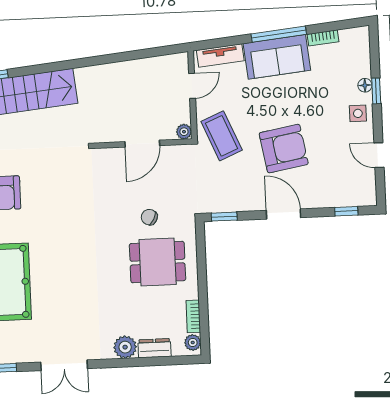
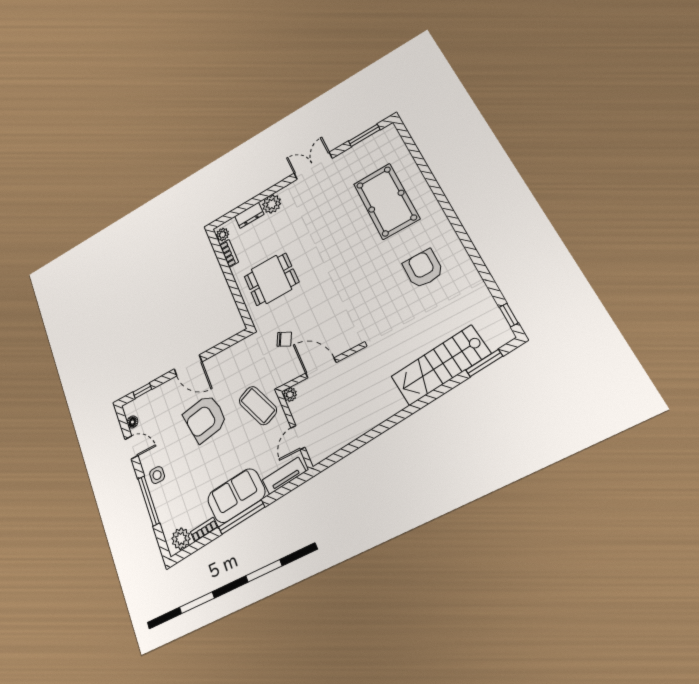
plant: (352, 39) -> (181, 539), added
floor lamp: (365, 85) -> (132, 422), moved
window: (376, 91) -> (149, 501), width x2.17
door: (142, 144) -> (321, 368), hinge flipped
chair: (149, 217) -> (284, 339), moved
window: (224, 217) -> (233, 341), removed

